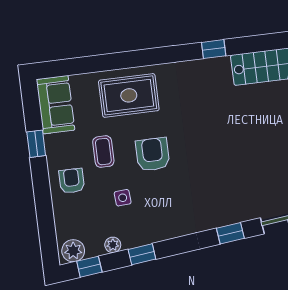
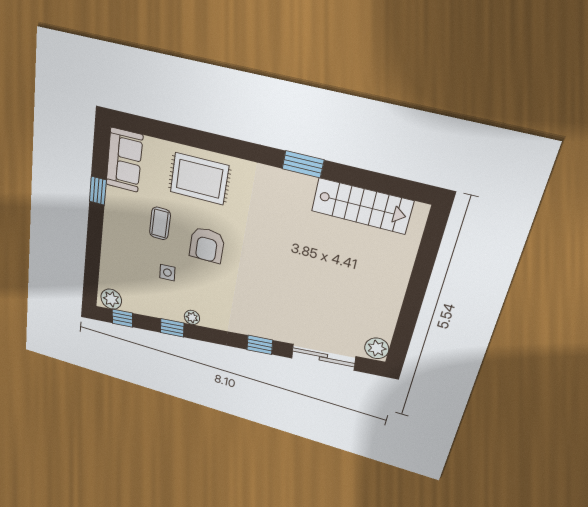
window: (214, 49) -> (303, 164), width x1.50
armchair: (153, 154) -> (207, 245), turned 180
armchair: (72, 181) -> (124, 238), removed
plant: (113, 245) -> (192, 317), moved

